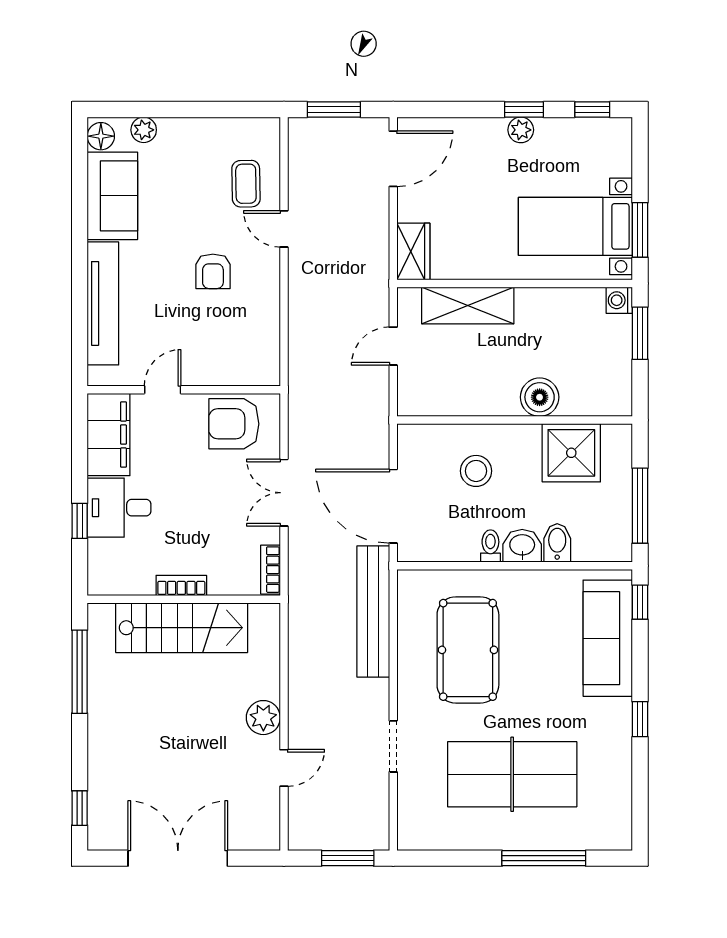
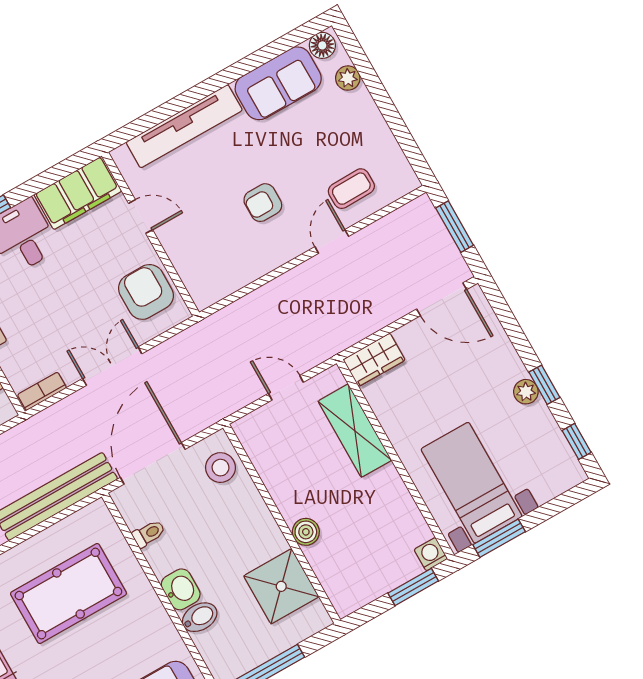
boiler: (540, 397) -> (306, 532), width x0.73, depth x0.73
stool: (476, 471) -> (221, 468), moved
toilet: (490, 546) -> (149, 534), moved

